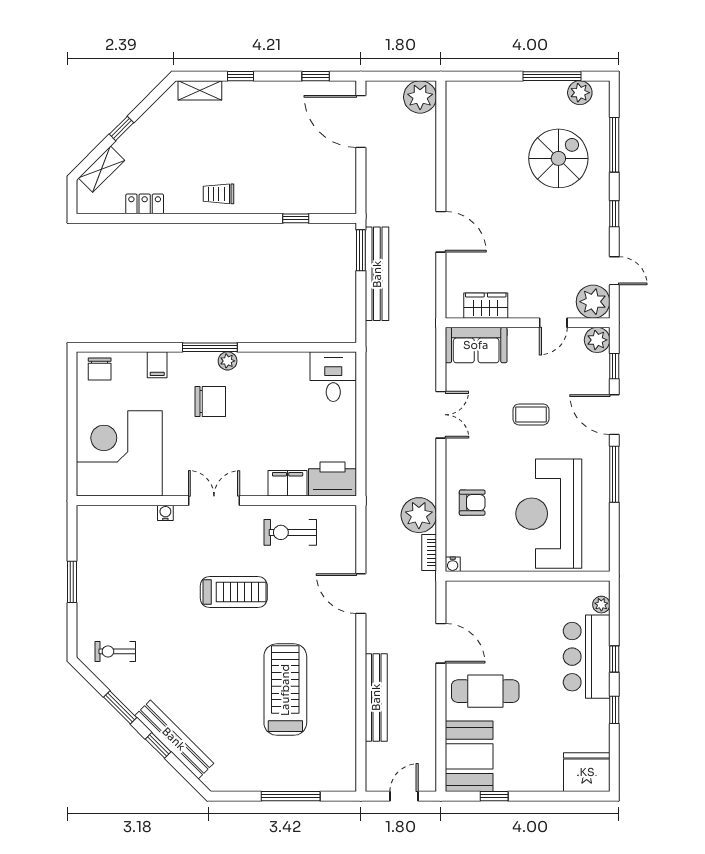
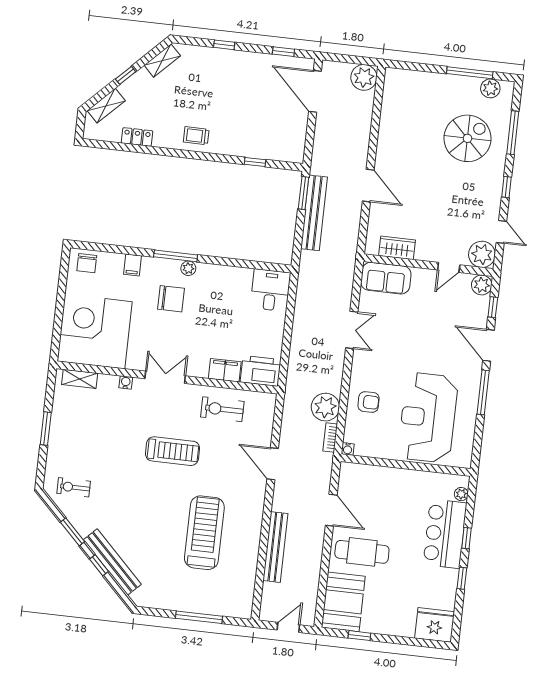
shelving: (200, 90) -> (162, 61), moved, turned -45
coffee table: (531, 414) -> (423, 338), removed
shelving: (107, 515) -> (80, 379), added

